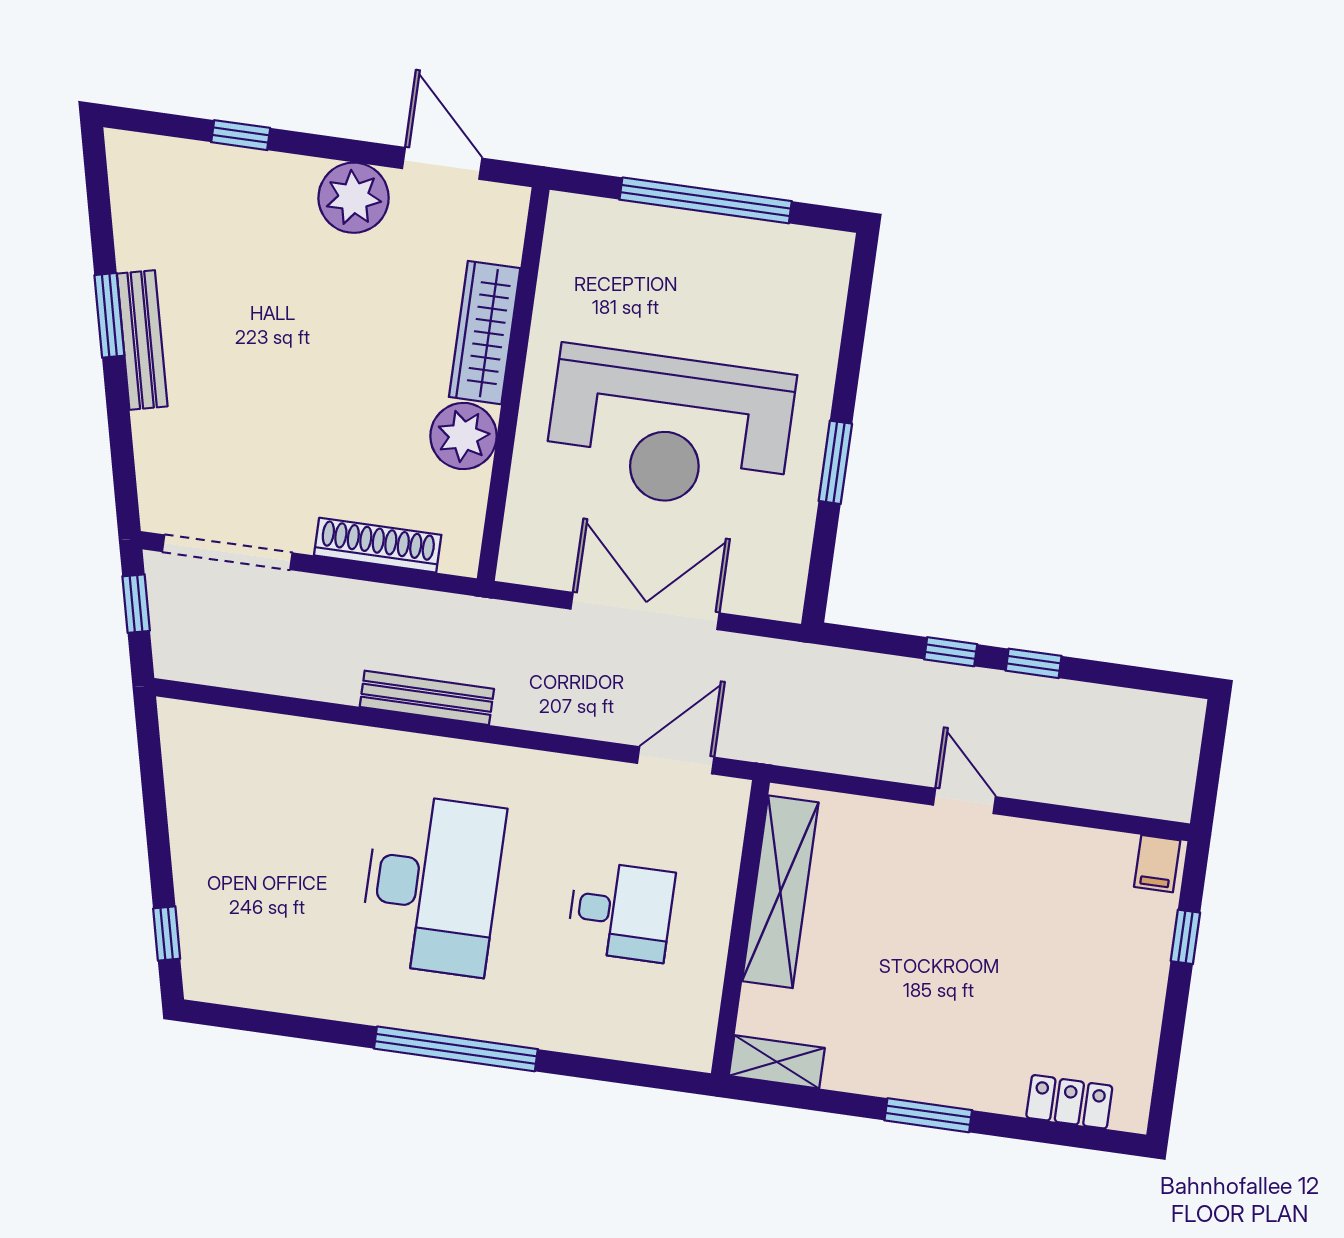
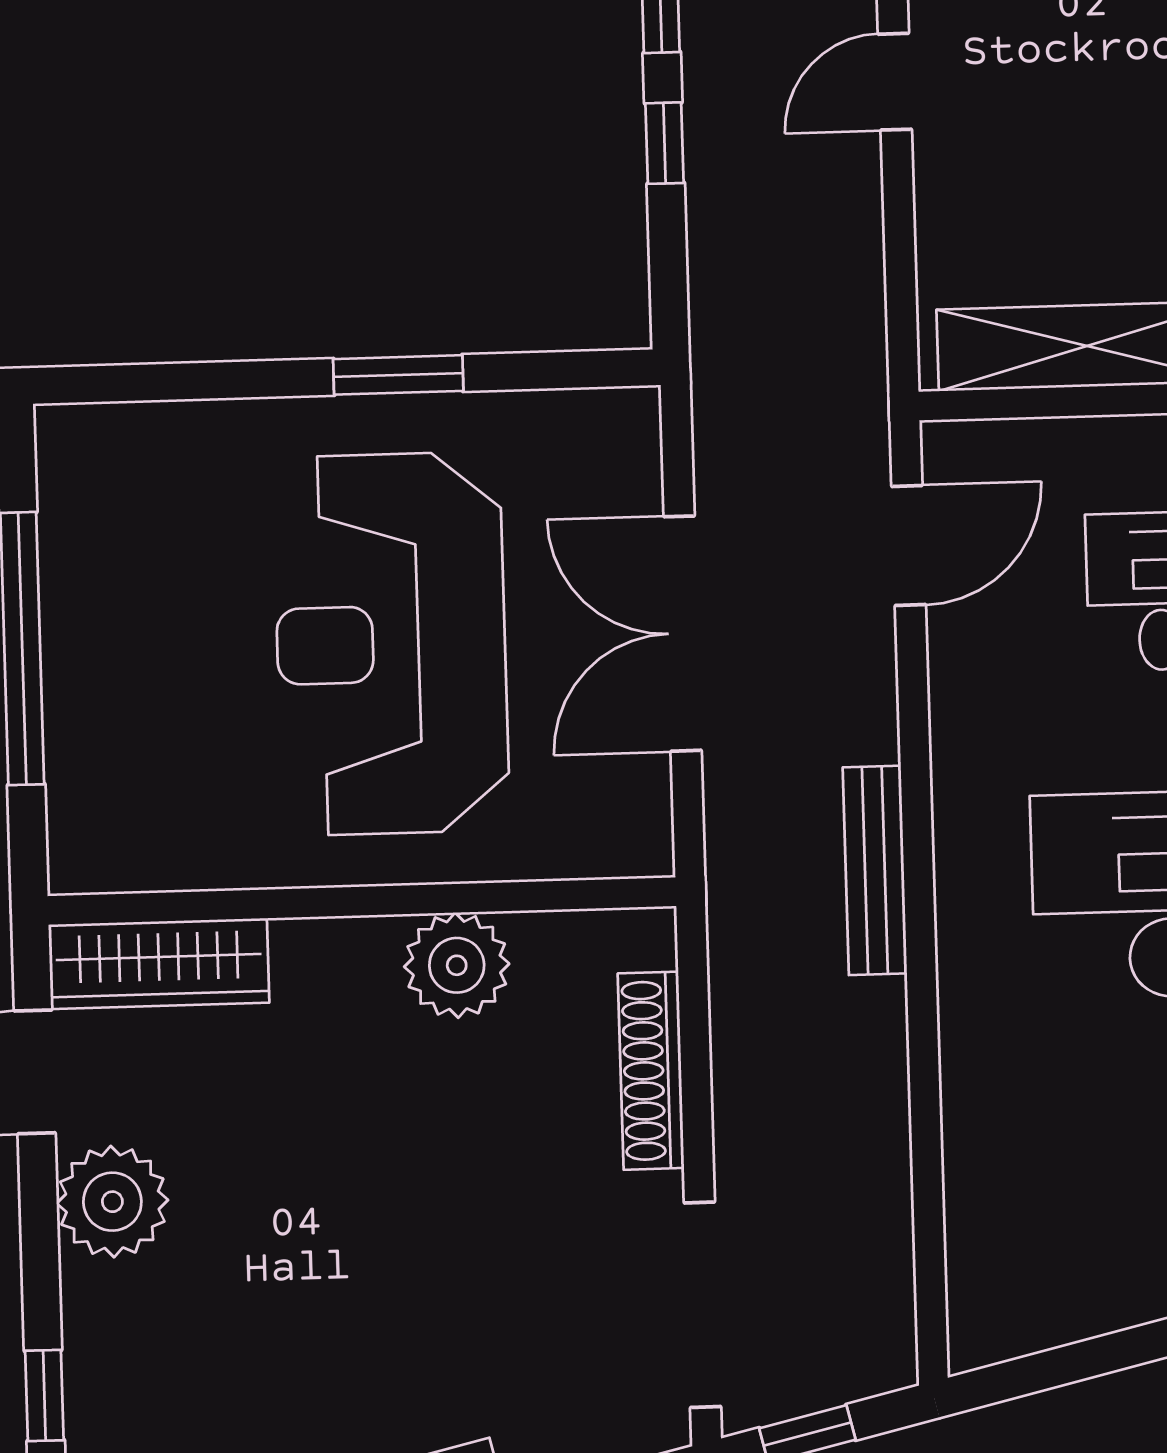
wardrobe: (485, 333) -> (159, 964), moved
reception desk: (670, 429) -> (391, 644), turned 180
bench: (427, 698) -> (875, 870), moved
door: (676, 760) -> (909, 546), swing flipped

